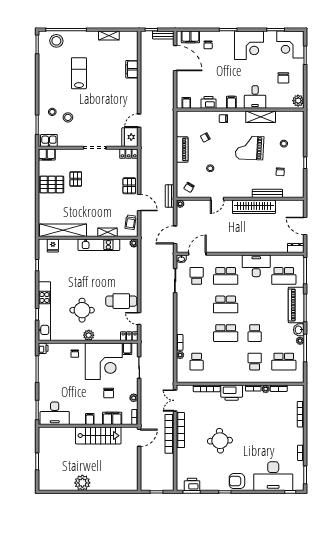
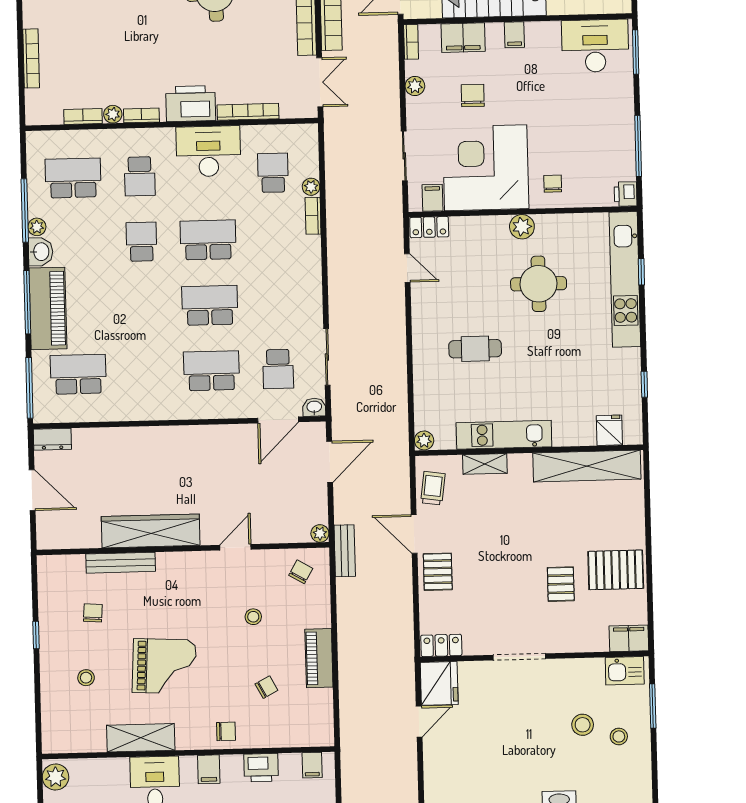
desk: (256, 266) -> (208, 151), moved, turned 180
cafe table: (121, 301) -> (475, 349), moved, width x0.73, depth x0.74

